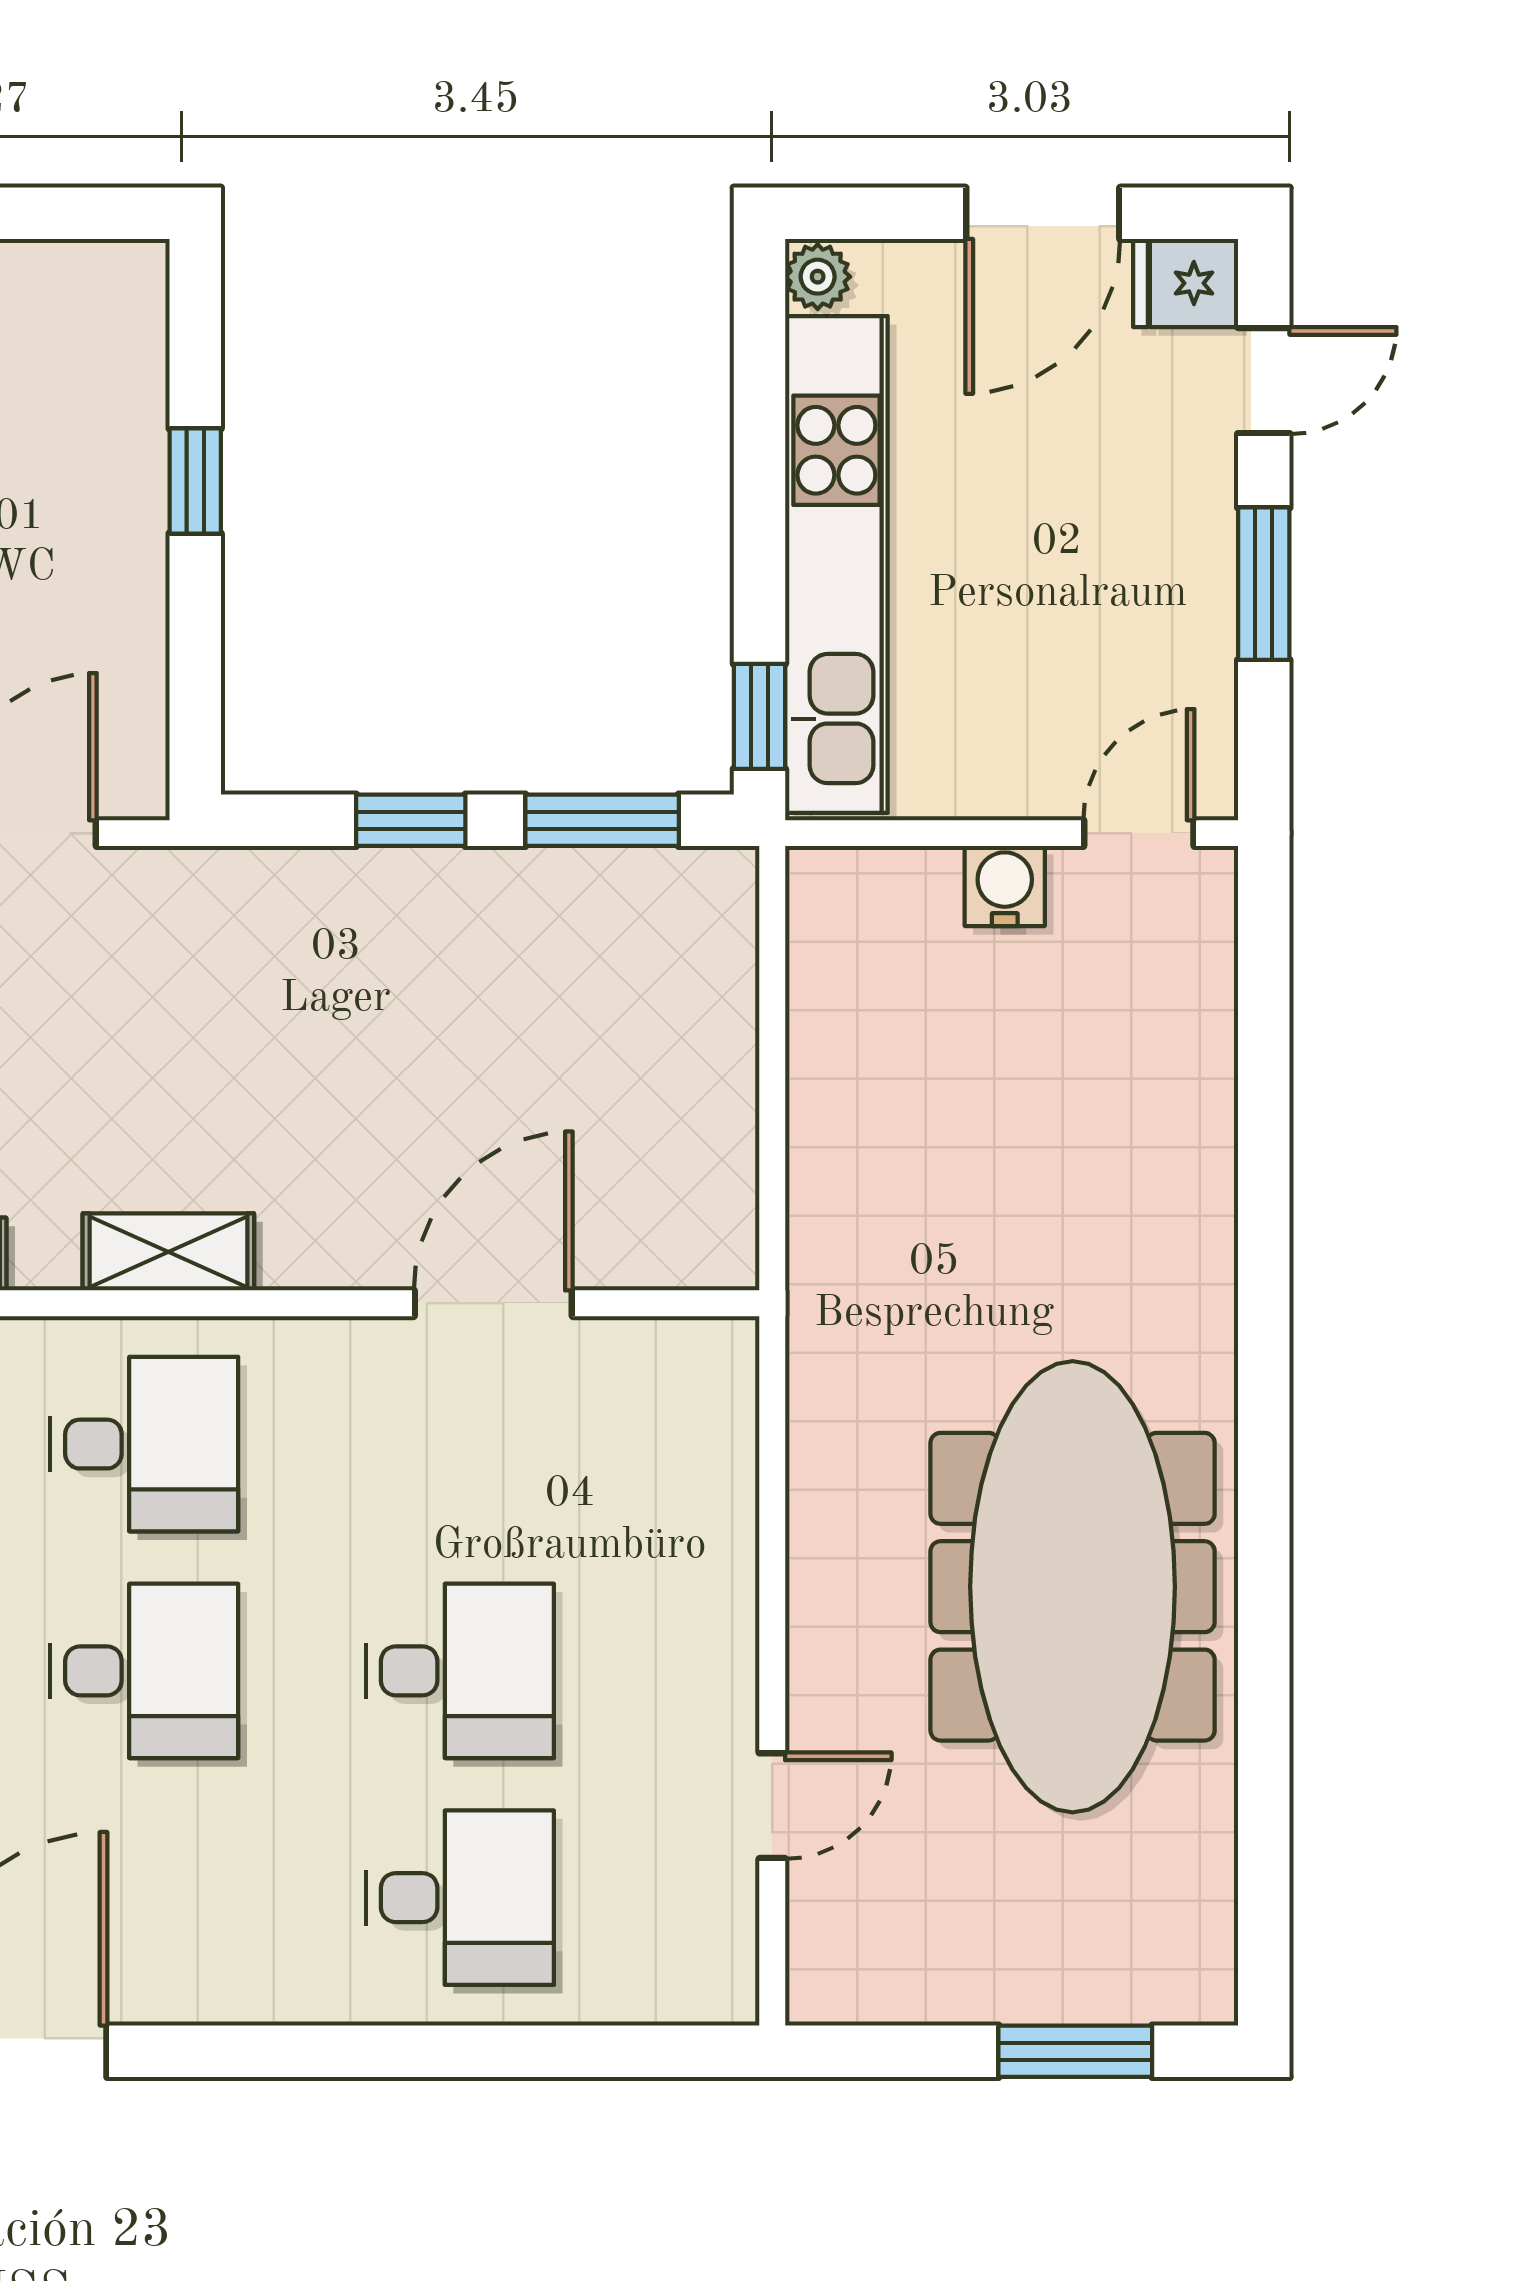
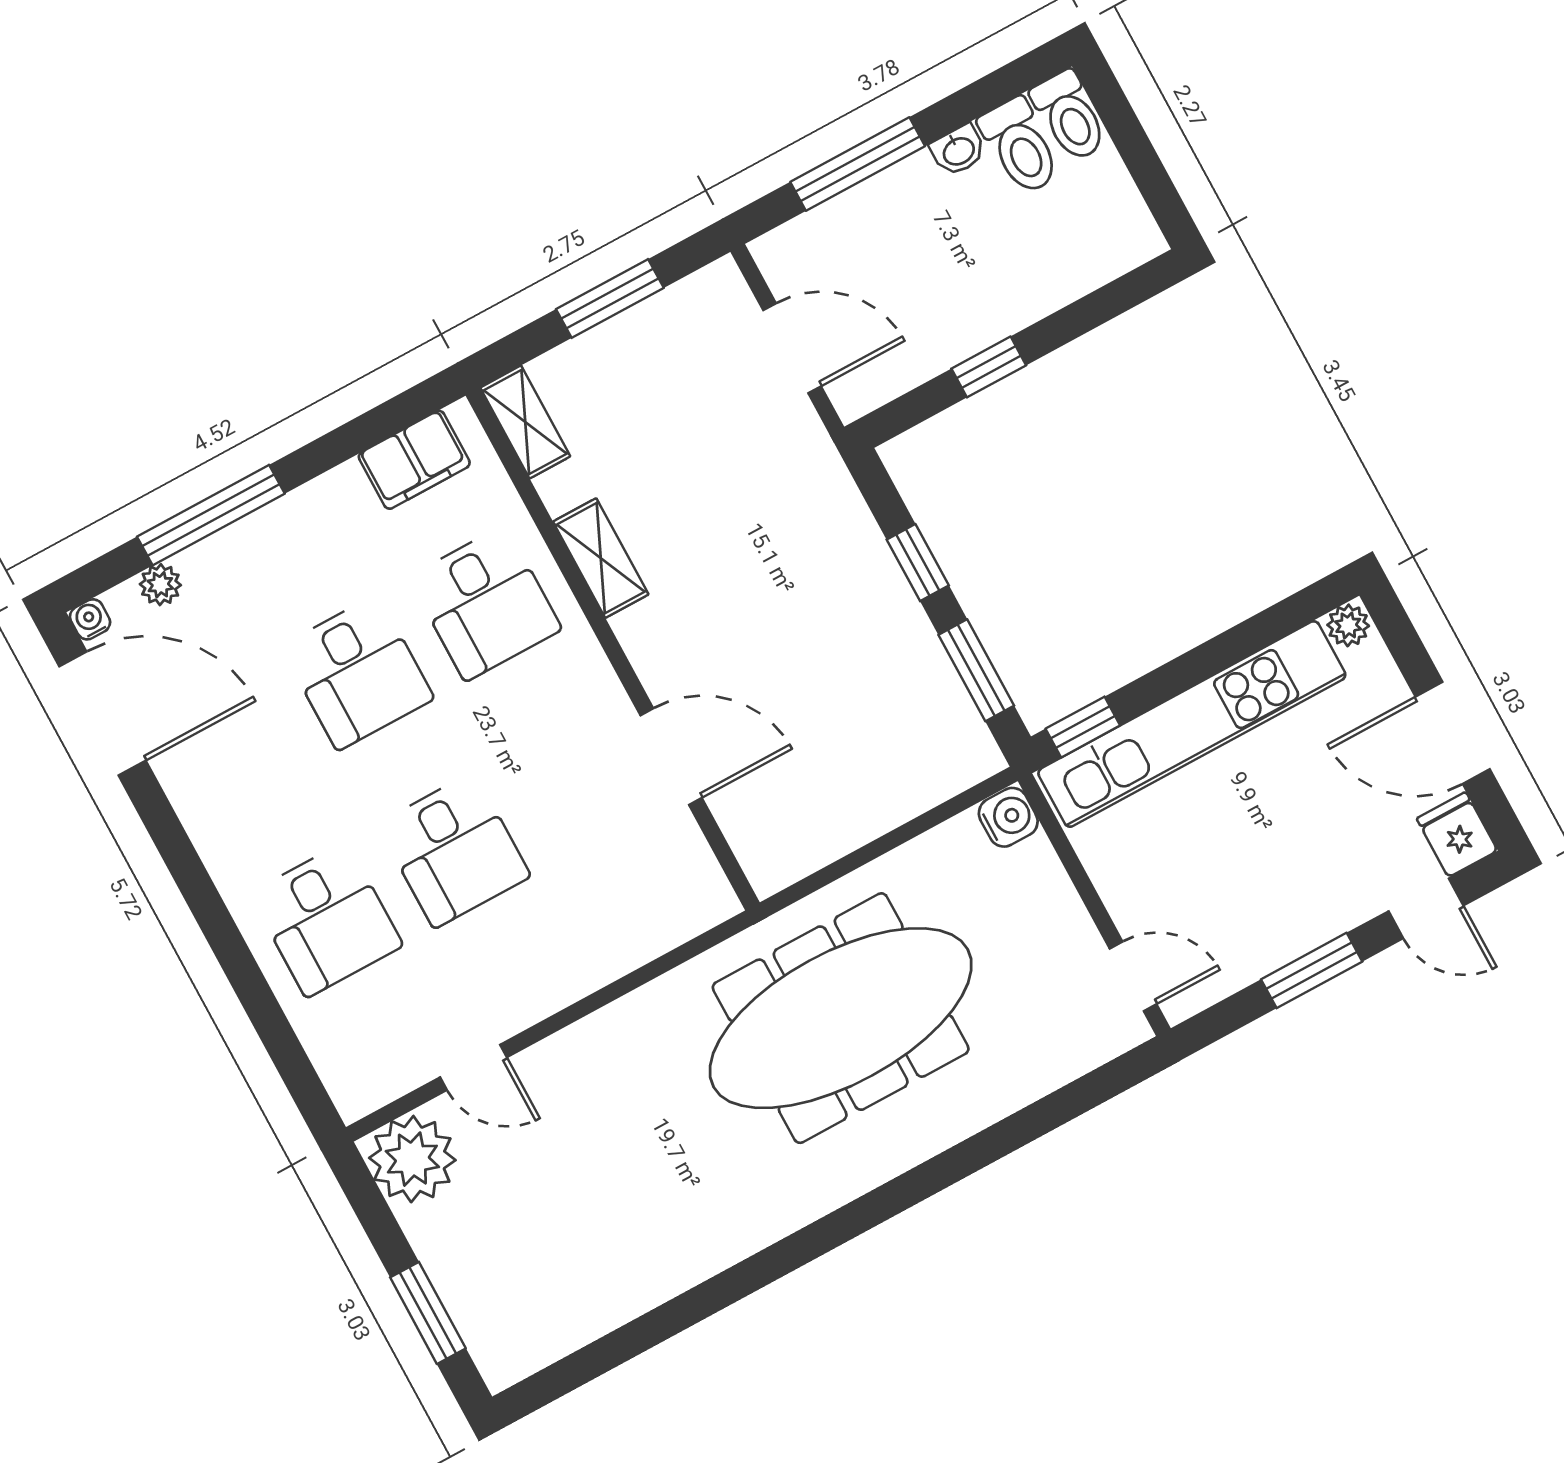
window: (195, 481) -> (989, 367), moved
water cooler: (1005, 886) -> (1008, 817), moved
meeting table: (1073, 1587) -> (841, 1018), moved
plant: (853, 1958) -> (412, 1159), added

